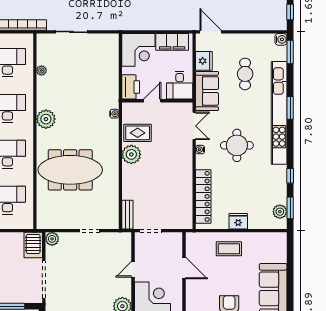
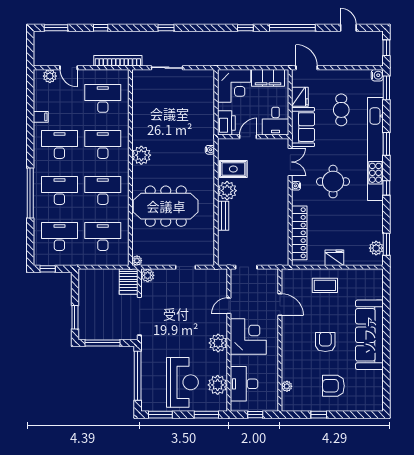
plant: (41, 71) -> (137, 261), moved
window: (290, 176) -> (386, 188), moved
bench: (127, 215) -> (223, 216), moved

